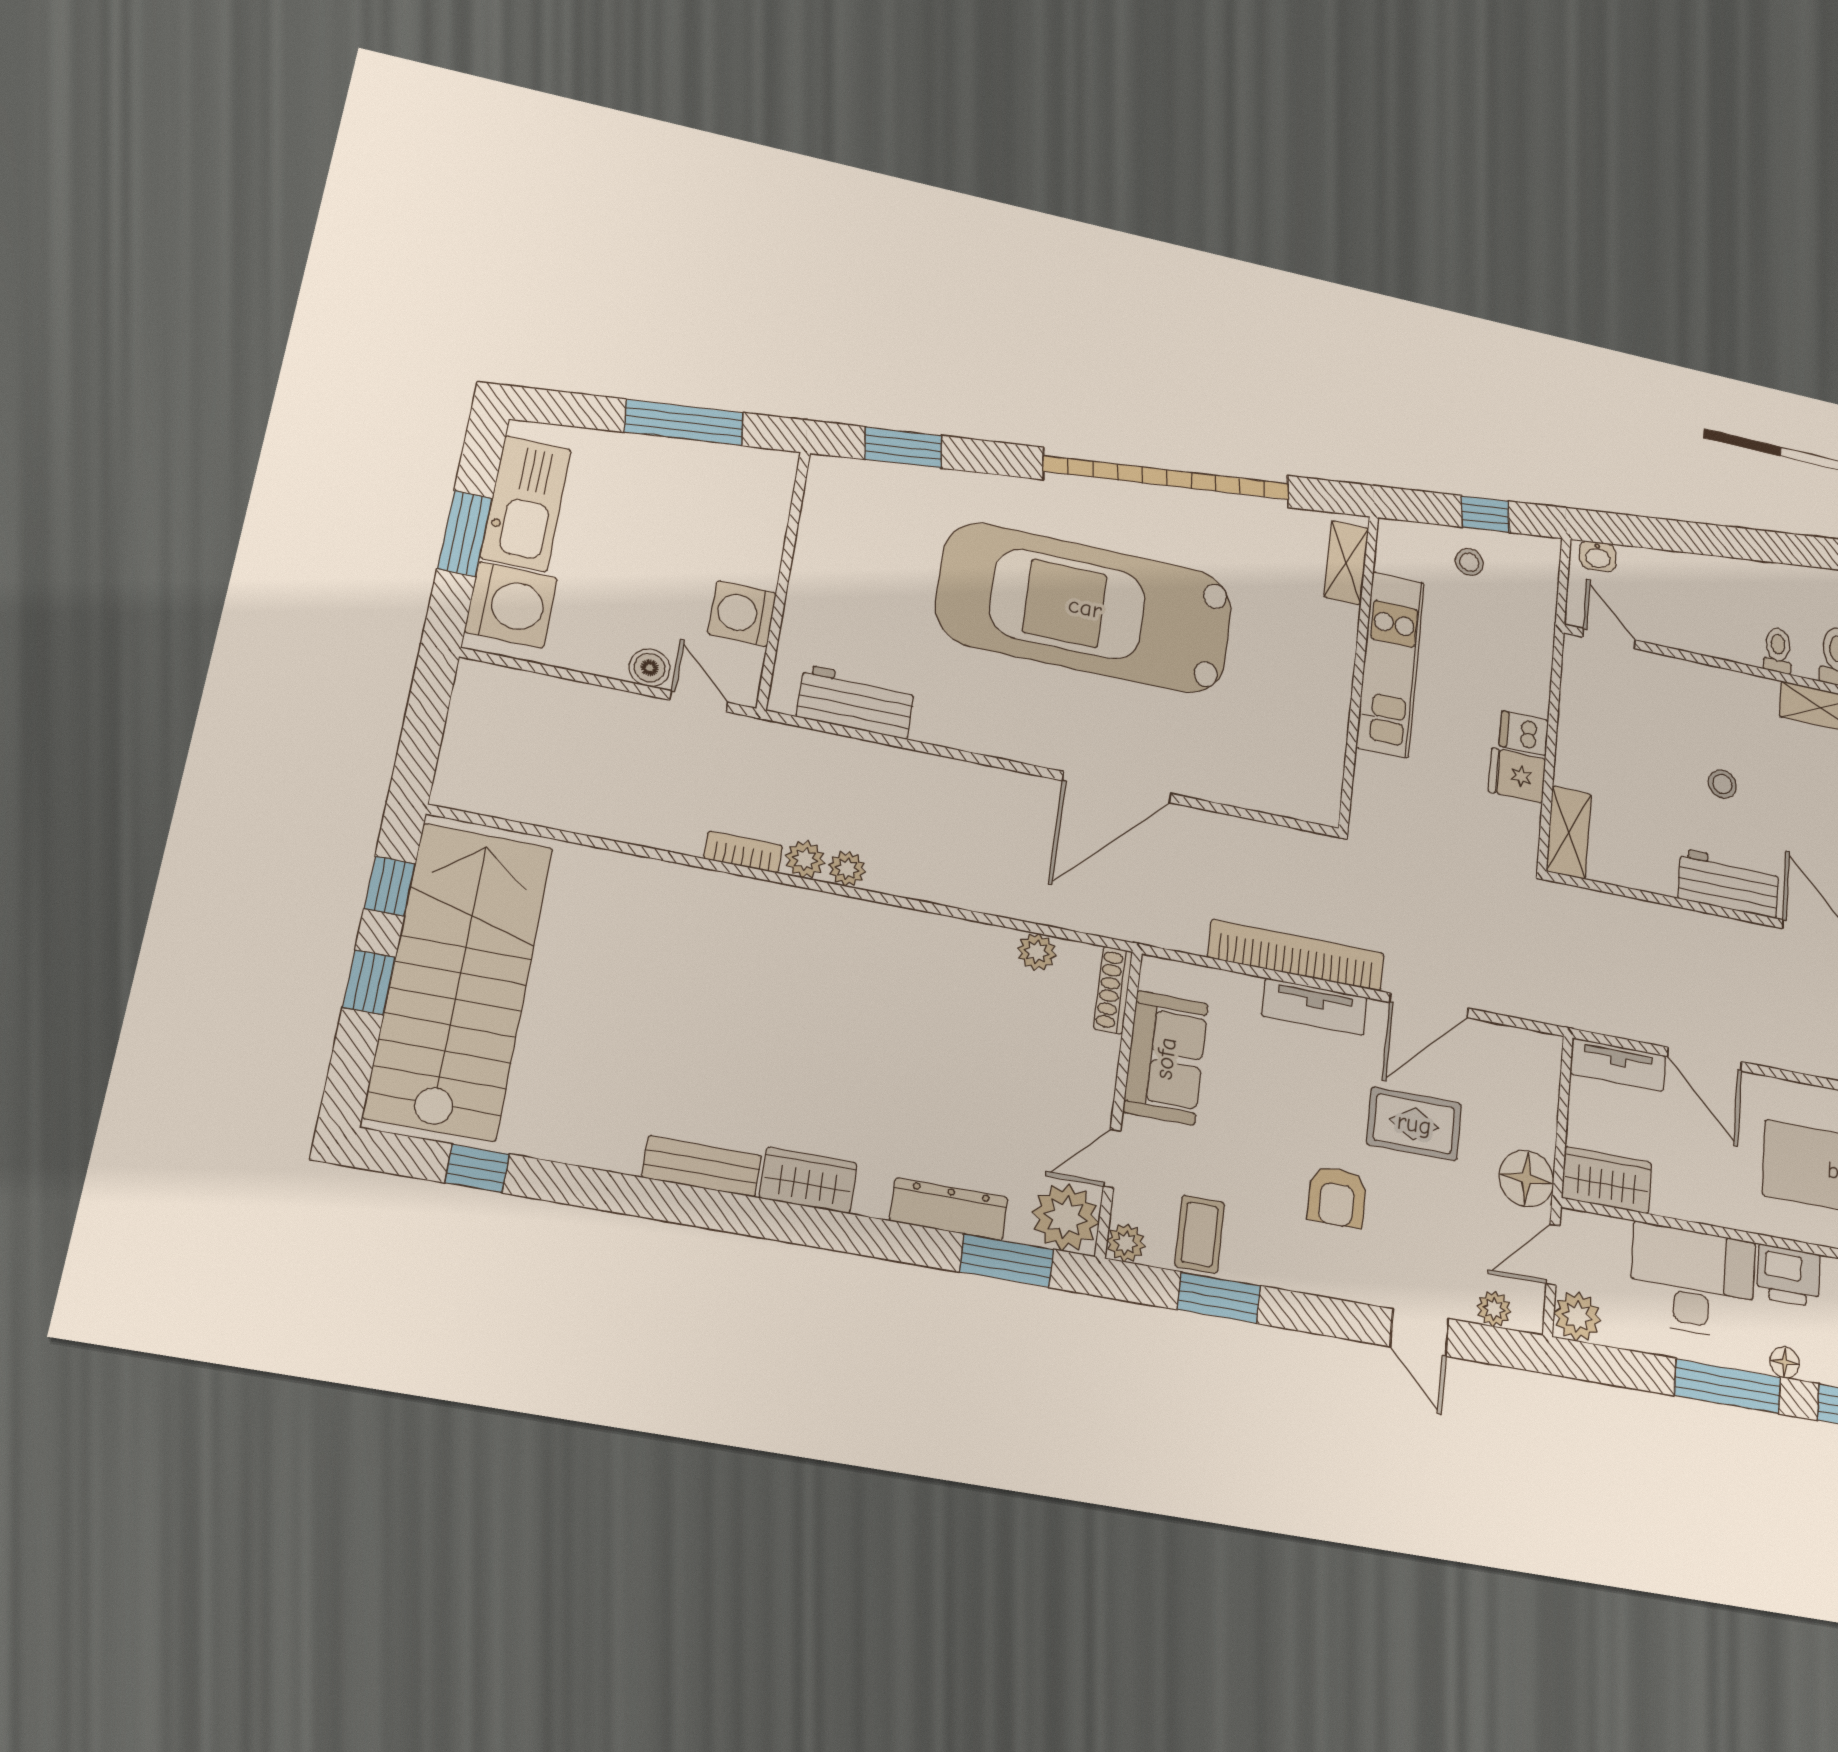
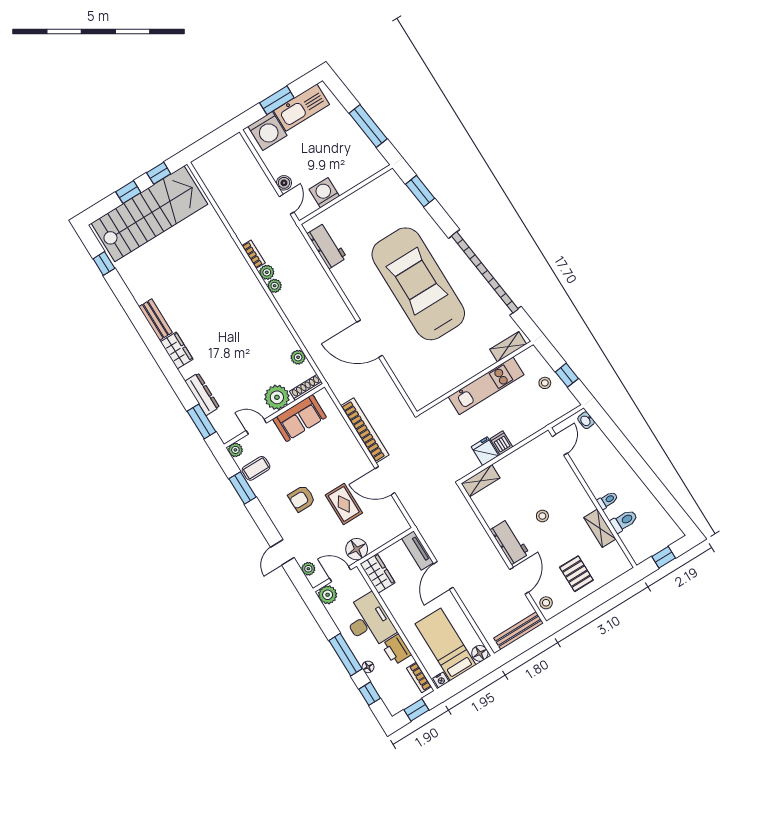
tv unit: (1314, 1007) -> (354, 448), removed
plant: (1065, 1217) -> (277, 397), moved

